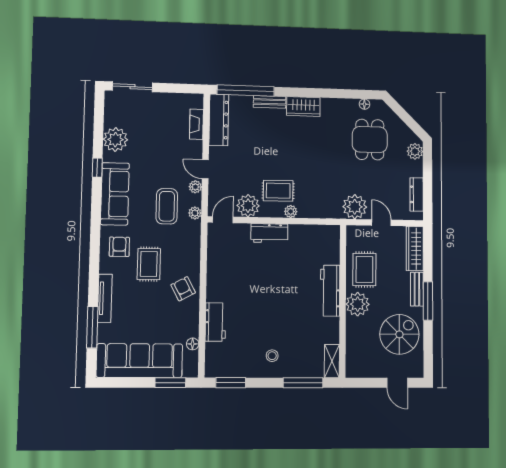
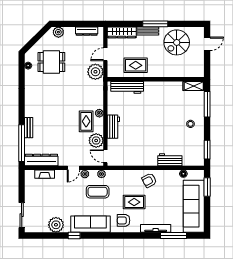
wardrobe: (303, 106) -> (31, 106), removed
workbench: (330, 291) -> (127, 87), moved
plant: (358, 304) -> (158, 70), removed
spiral stairs: (399, 334) -> (177, 42), turned -90

